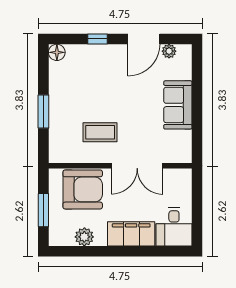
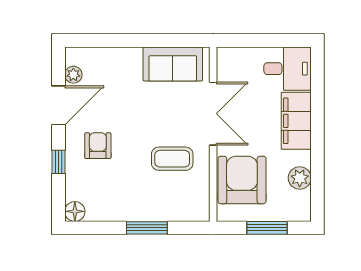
door: (144, 39) -> (58, 105), hinge flipped
armchair: (111, 71) -> (98, 146), added
sofa: (178, 105) -> (173, 64), moved
coffee table: (100, 132) -> (172, 159), turned 90

